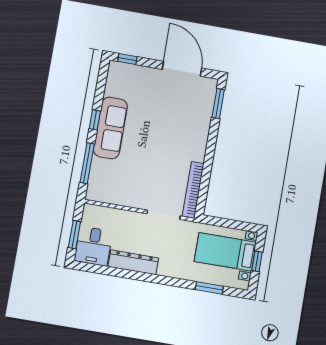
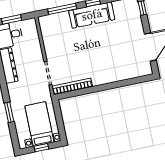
window: (218, 104) -> (137, 80), removed
window: (209, 288) -> (9, 112), moved

